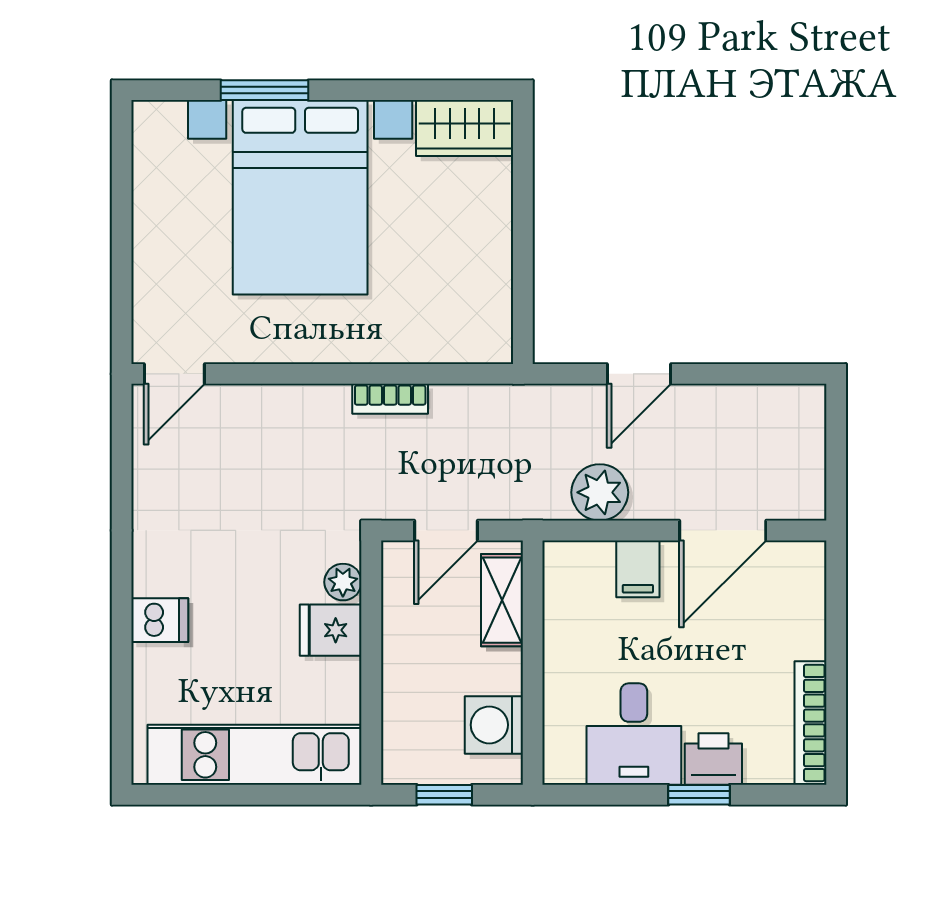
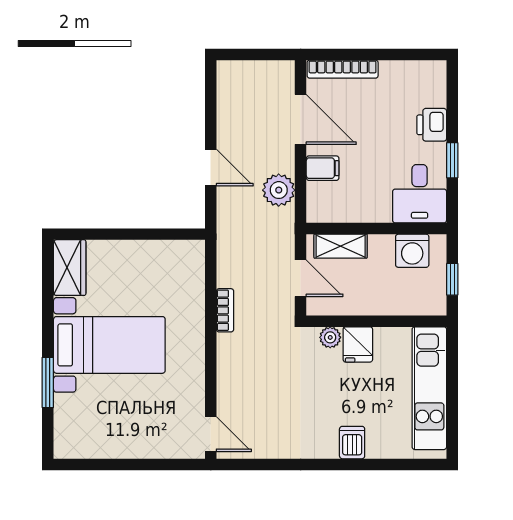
bed with nightstands: (300, 197) -> (109, 345), width x0.73
bookcase: (810, 723) -> (343, 69), moved
desk: (634, 734) -> (420, 194), moved, turned 90
window: (699, 795) -> (452, 160), moved

